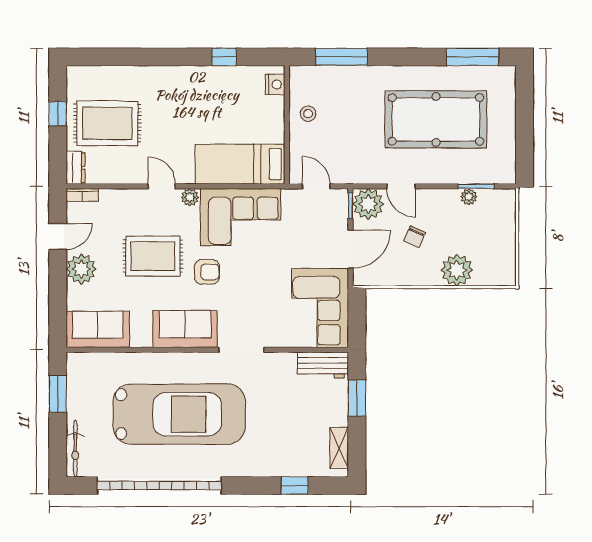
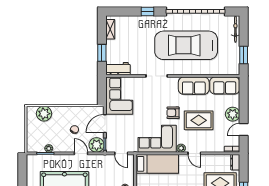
plant: (457, 270) -> (44, 114), moved
sofa: (185, 329) -> (194, 86), moved
window: (295, 486) -> (148, 11), moved

